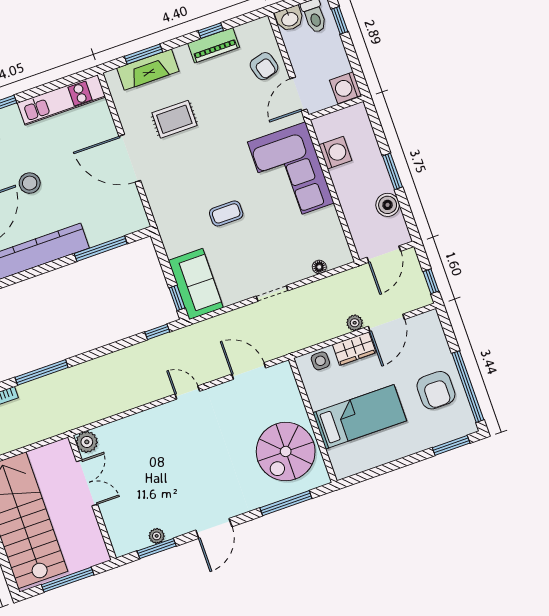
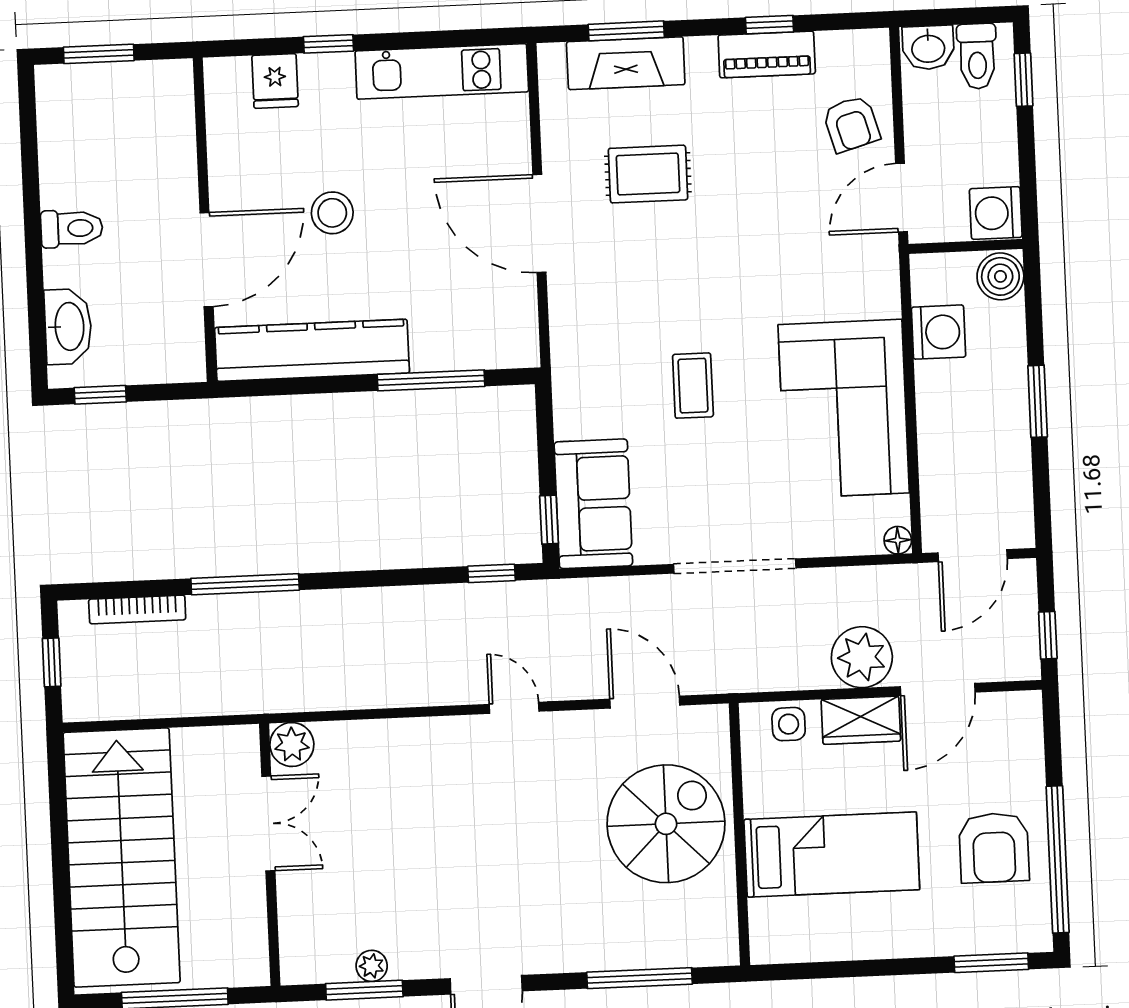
corner sofa: (291, 173) -> (844, 409), moved
boiler: (388, 205) -> (1000, 276), moved
coffee table: (226, 213) -> (693, 386), turned 90
floor lamp: (319, 267) -> (898, 540), moved
doorway: (272, 293) -> (735, 566), width x1.88
plant: (355, 323) -> (862, 657), width x1.88, depth x1.88
spiral stairs: (286, 451) -> (666, 824), moved, turned 180

